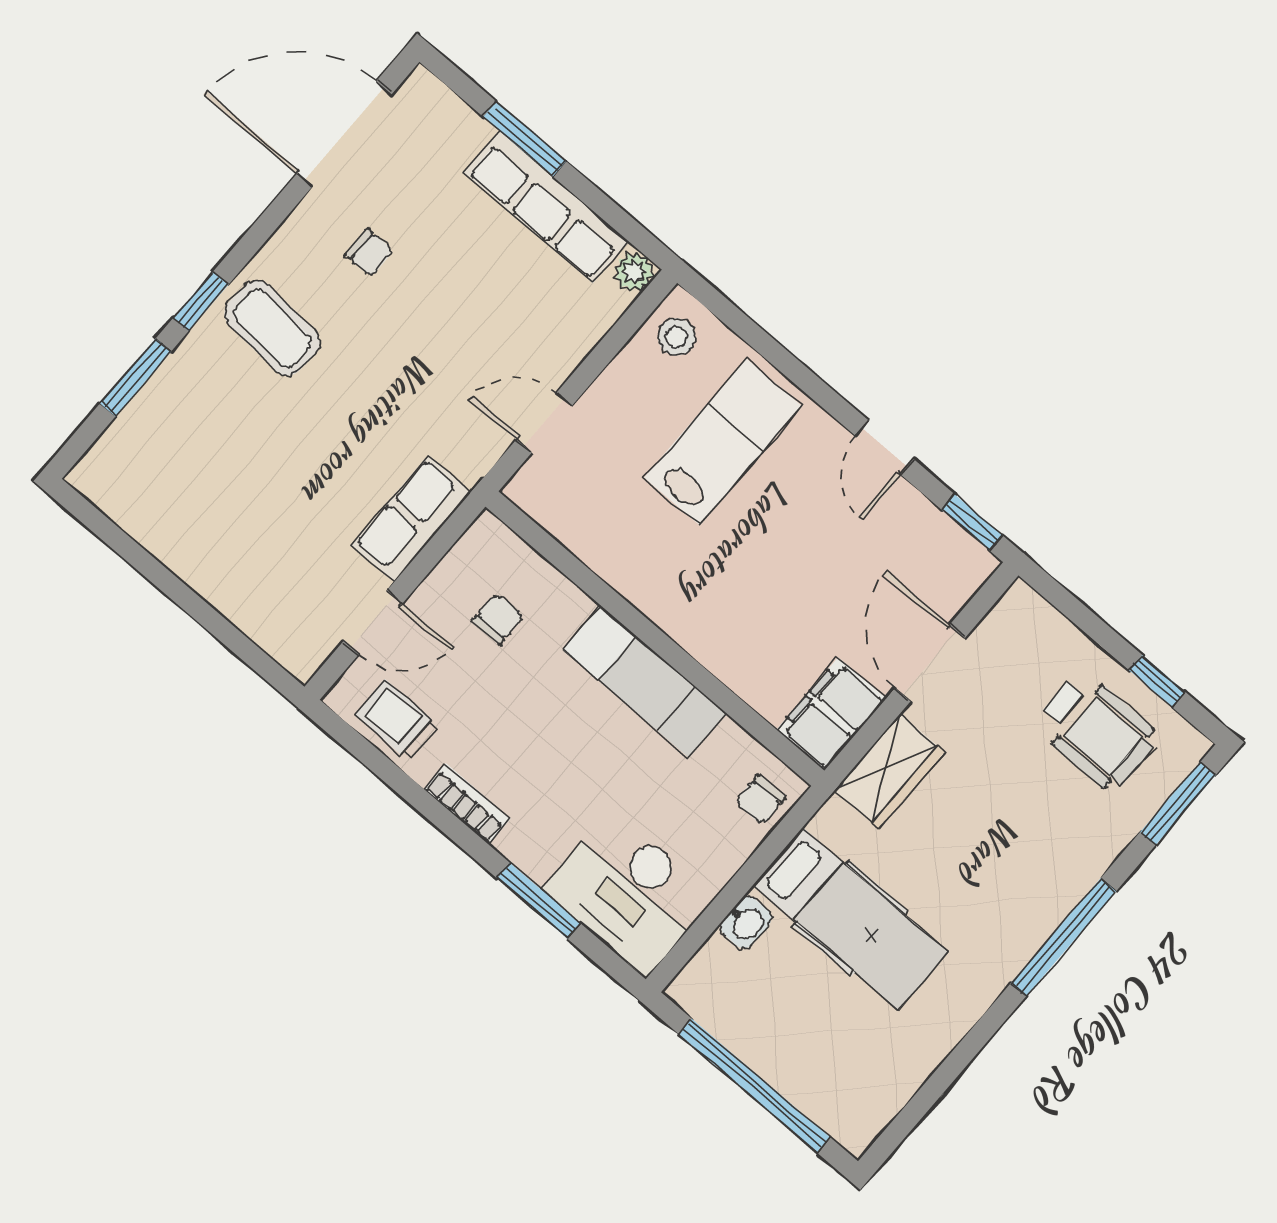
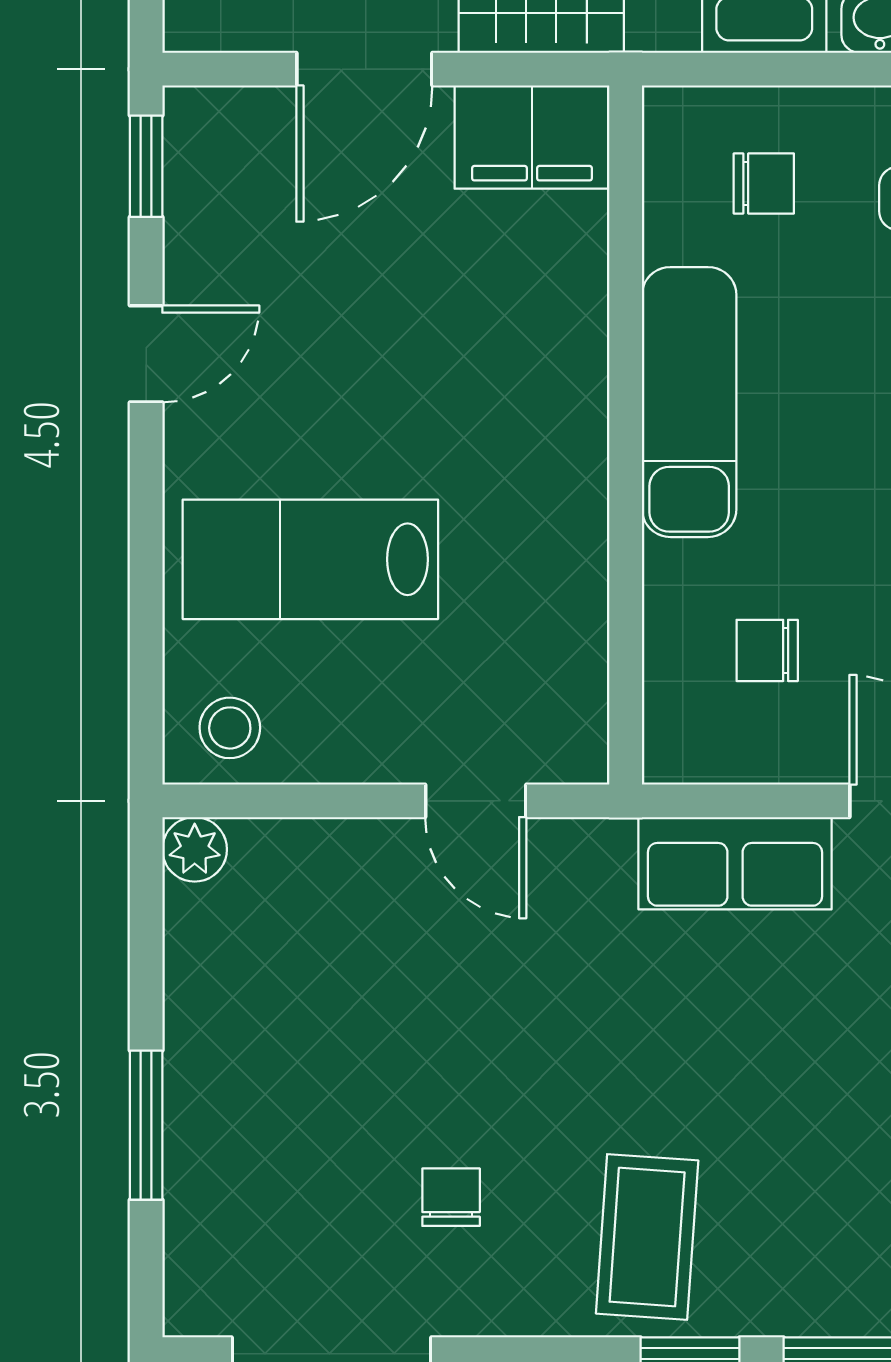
row of seats: (546, 207) -> (207, 1027), removed
chair: (760, 800) -> (764, 184), moved

